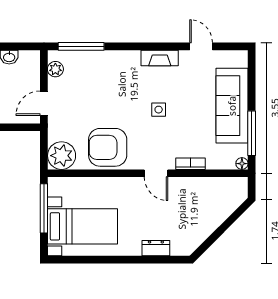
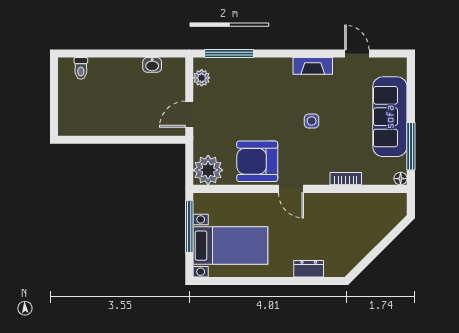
door: (156, 173) -> (291, 189), moved

